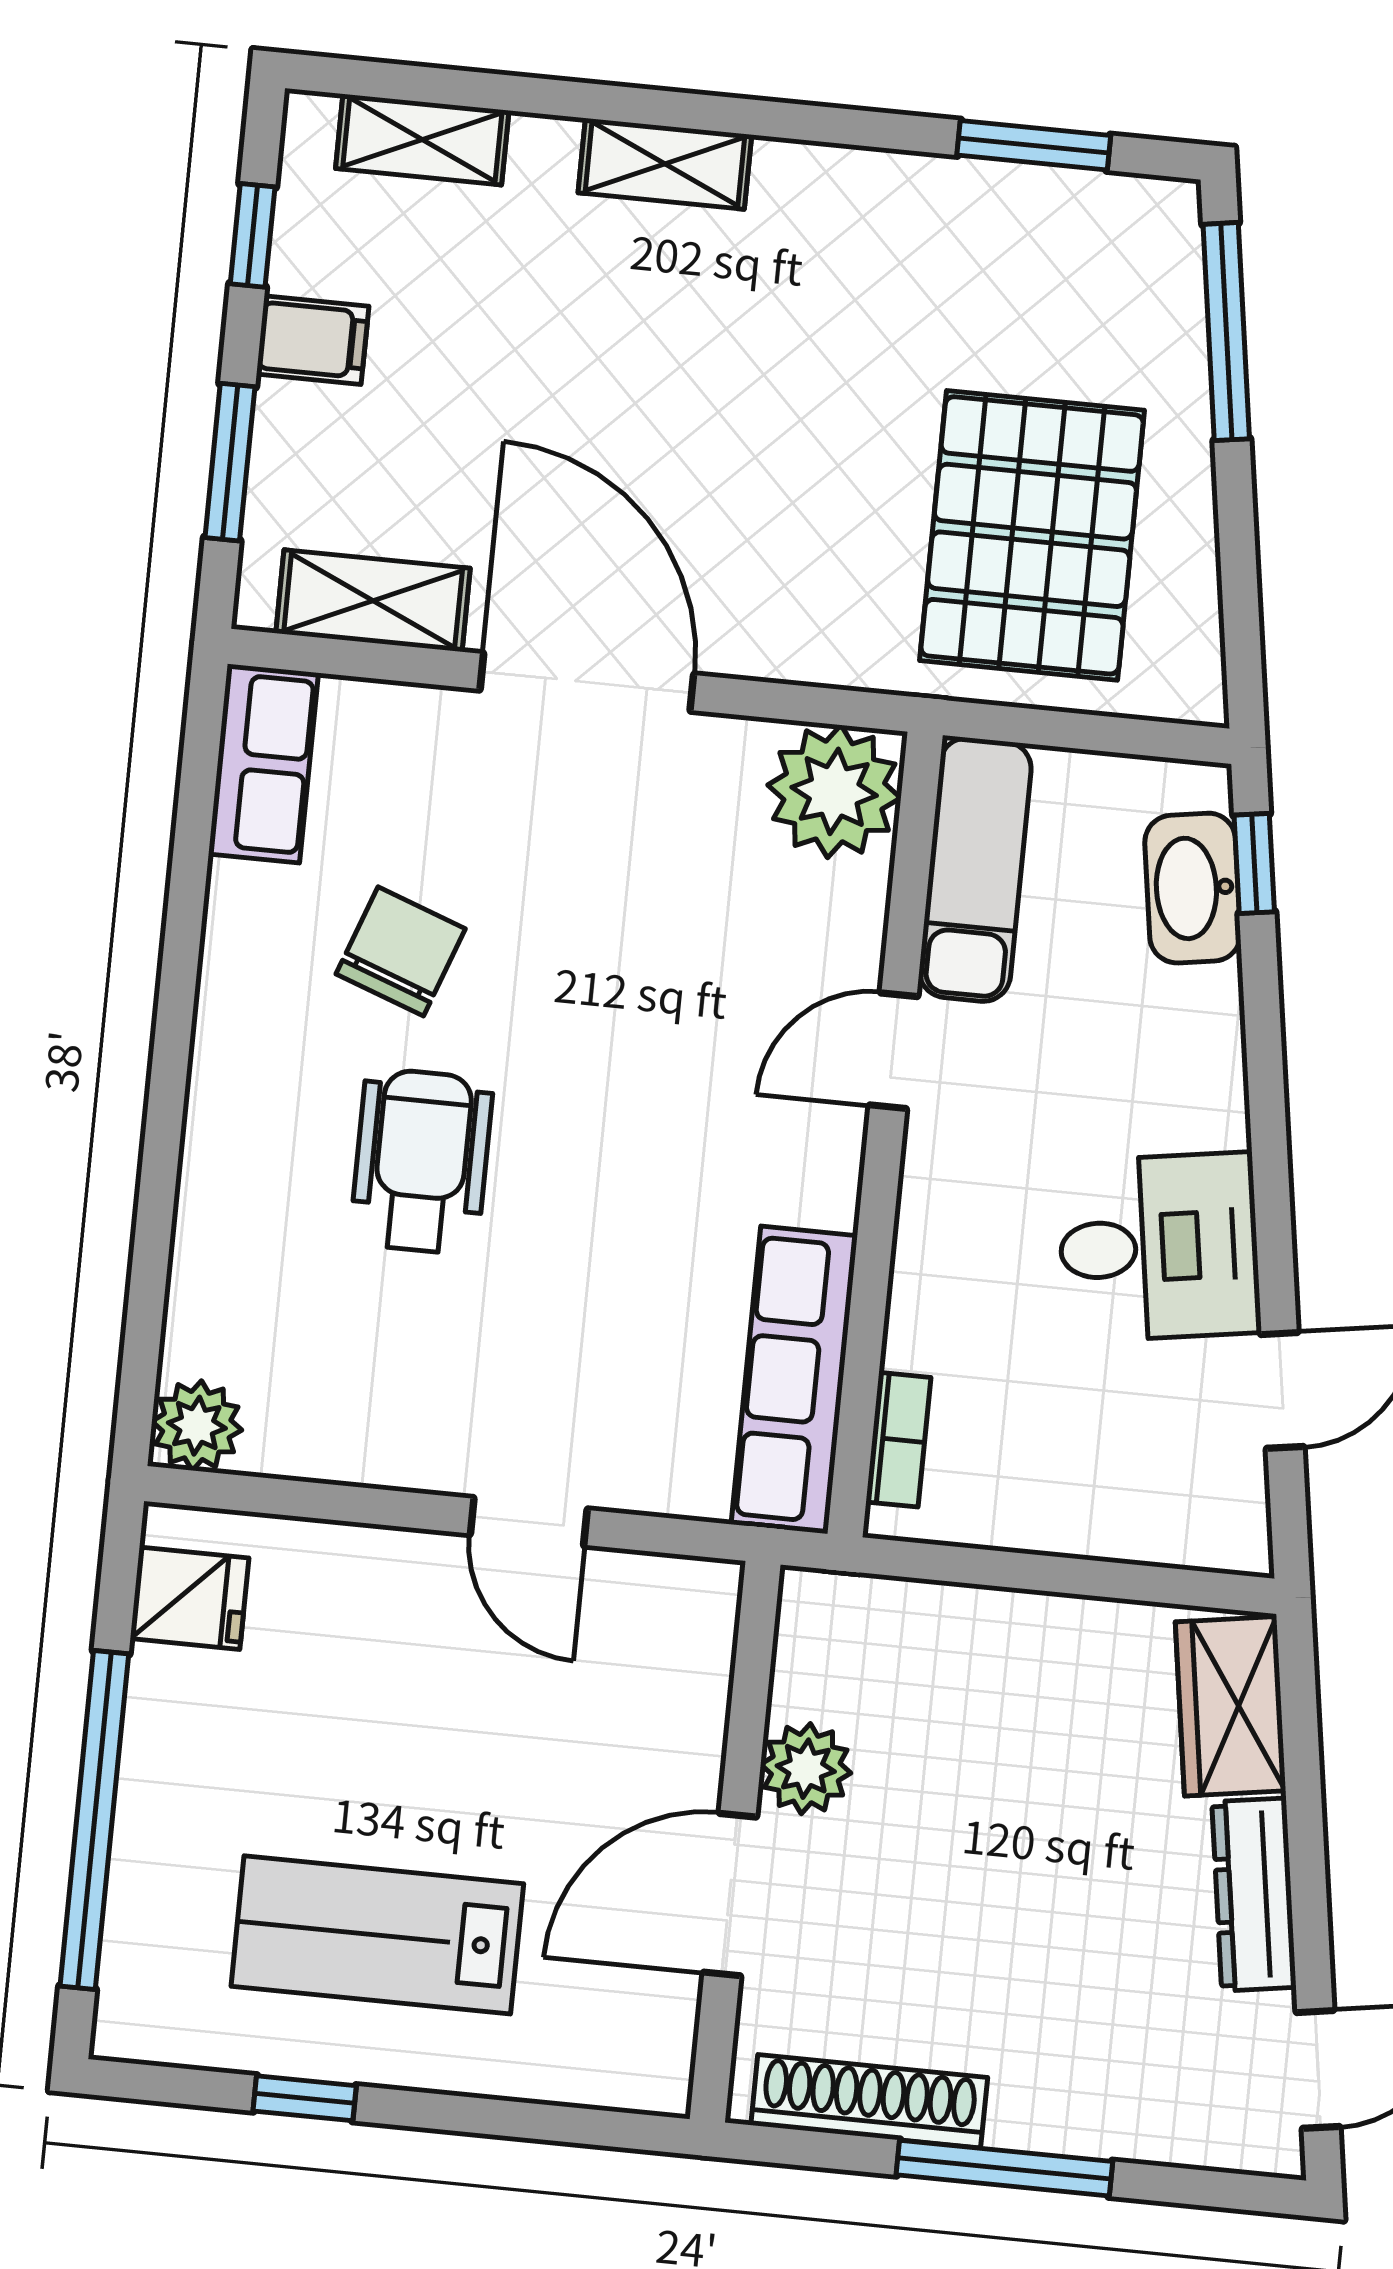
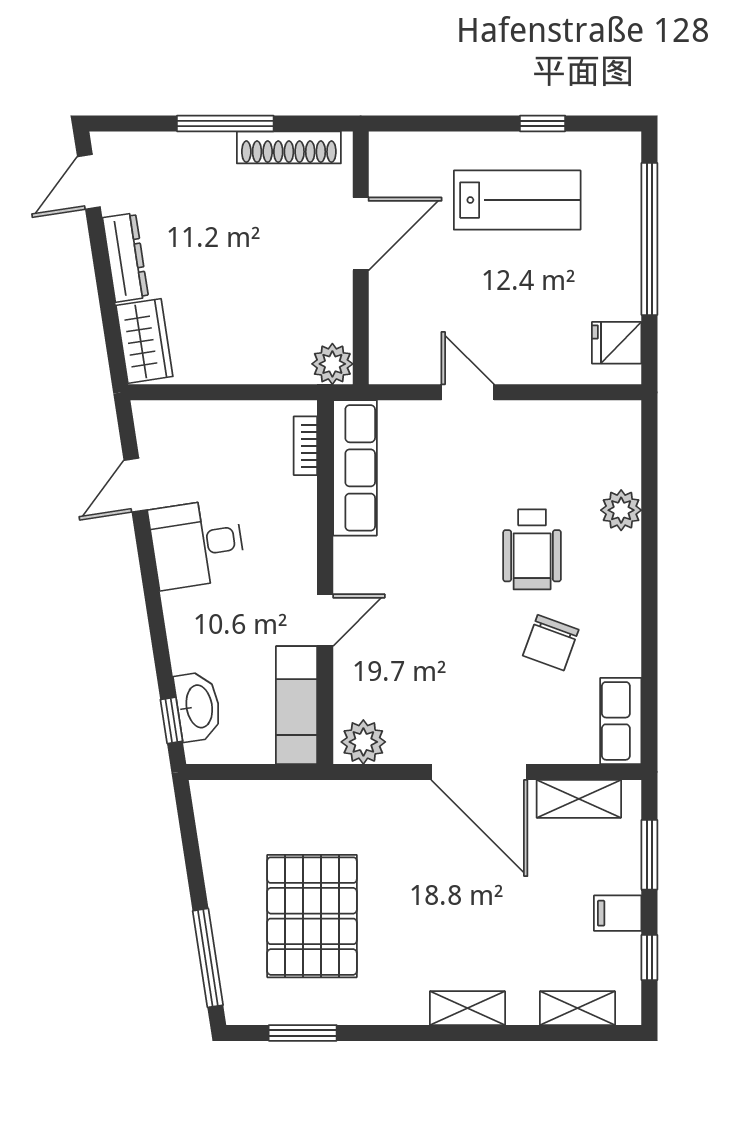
pallet: (1032, 535) -> (312, 916), moved
plant: (834, 791) -> (363, 742), width x0.73, depth x0.73
plant: (197, 1426) -> (621, 510), moved
plant: (806, 1769) -> (332, 364), moved

